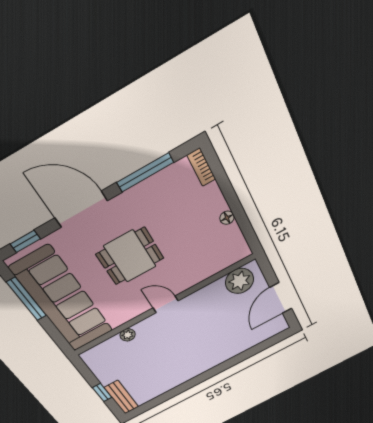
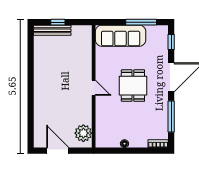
sofa: (62, 300) -> (121, 36), width x0.74, depth x0.79
door: (166, 304) -> (94, 88), hinge flipped
plant: (128, 335) -> (87, 58), removed
bench: (121, 397) -> (52, 30), width x1.36

